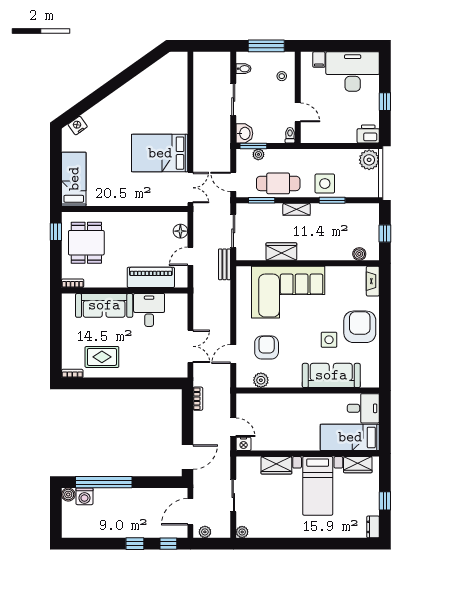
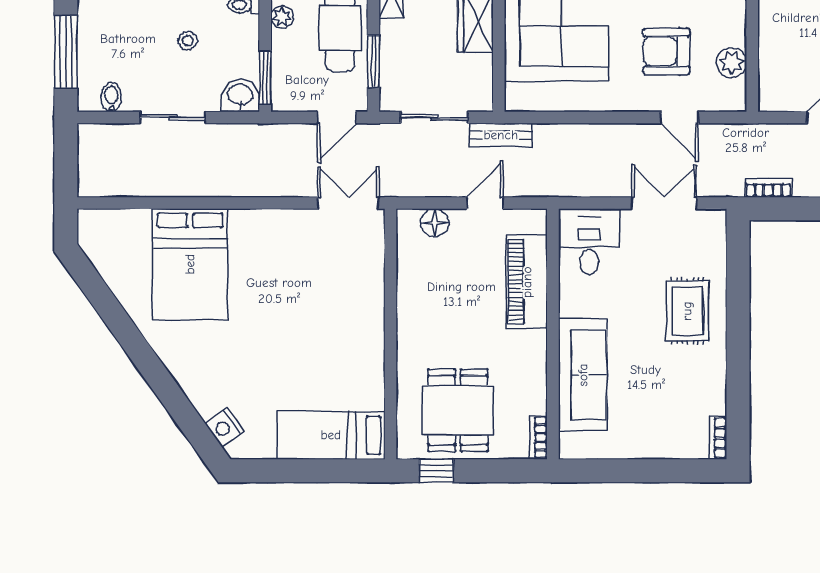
stool: (282, 76) -> (188, 41), moved
bed: (160, 153) -> (190, 264), moved
plant: (258, 154) -> (282, 17), moved
dining table: (86, 243) -> (458, 410), turned 90
door: (190, 256) -> (485, 203), swing flipped
desk: (149, 310) -> (589, 242), moved, turned 90
rug: (102, 357) -> (687, 311), moved

